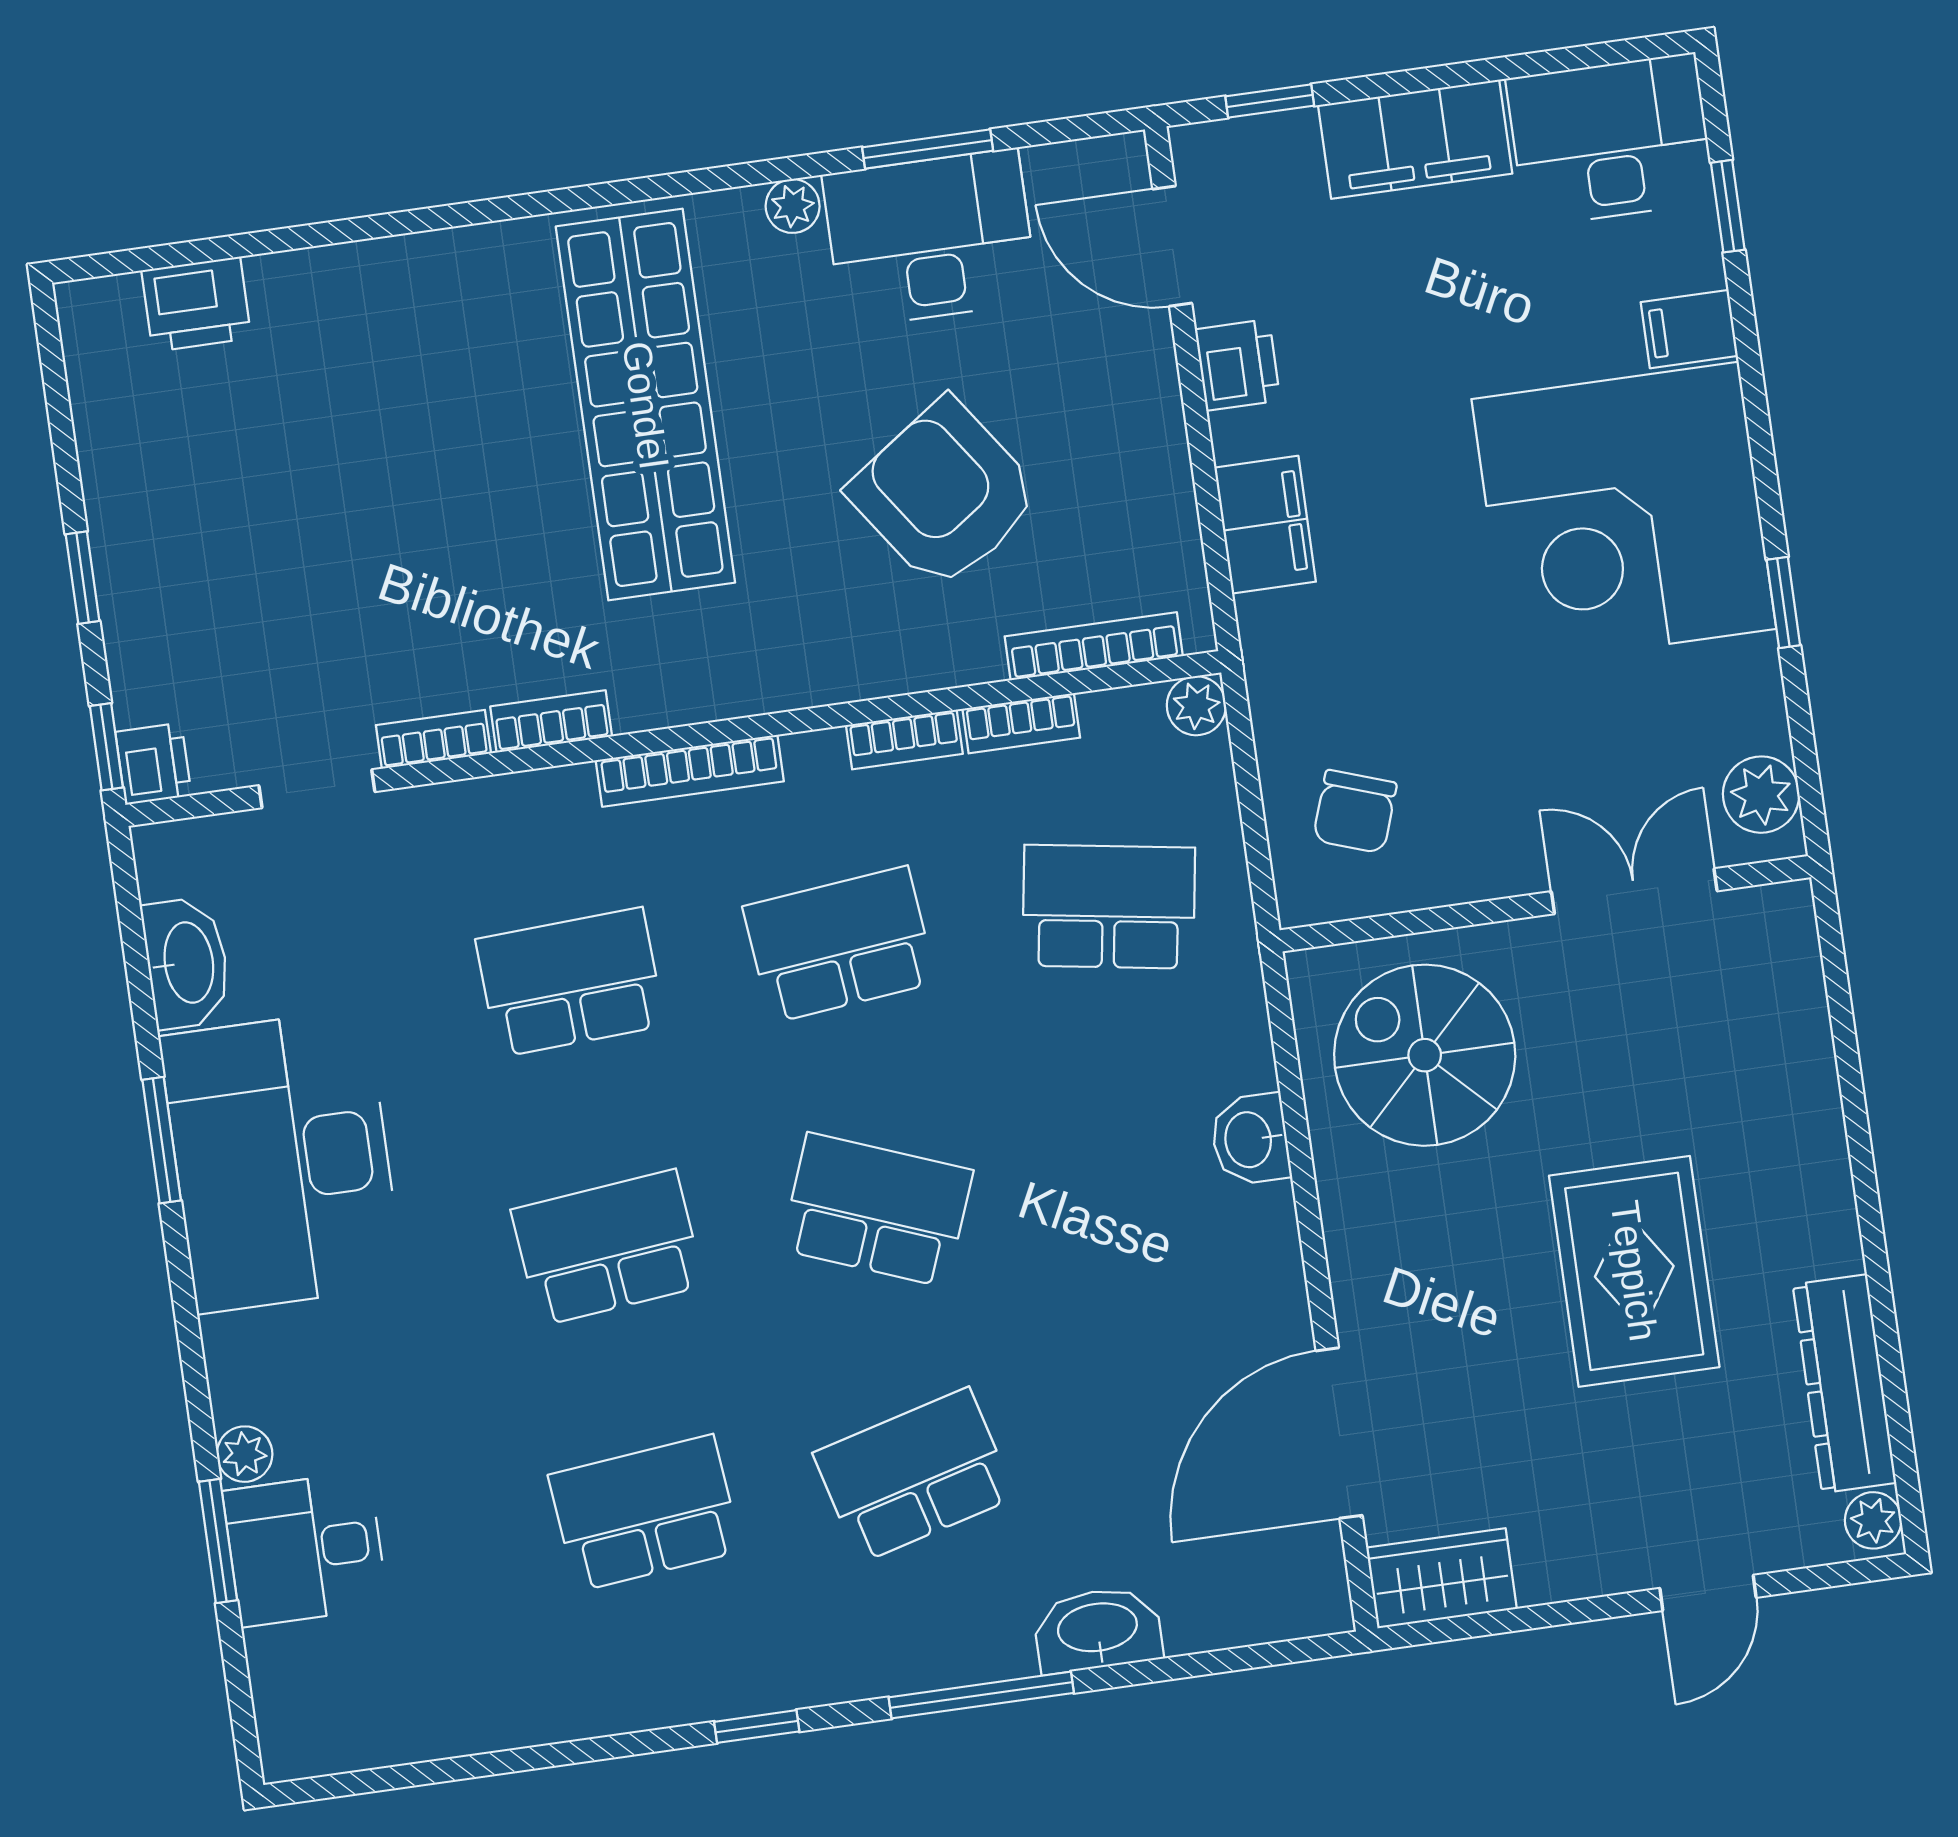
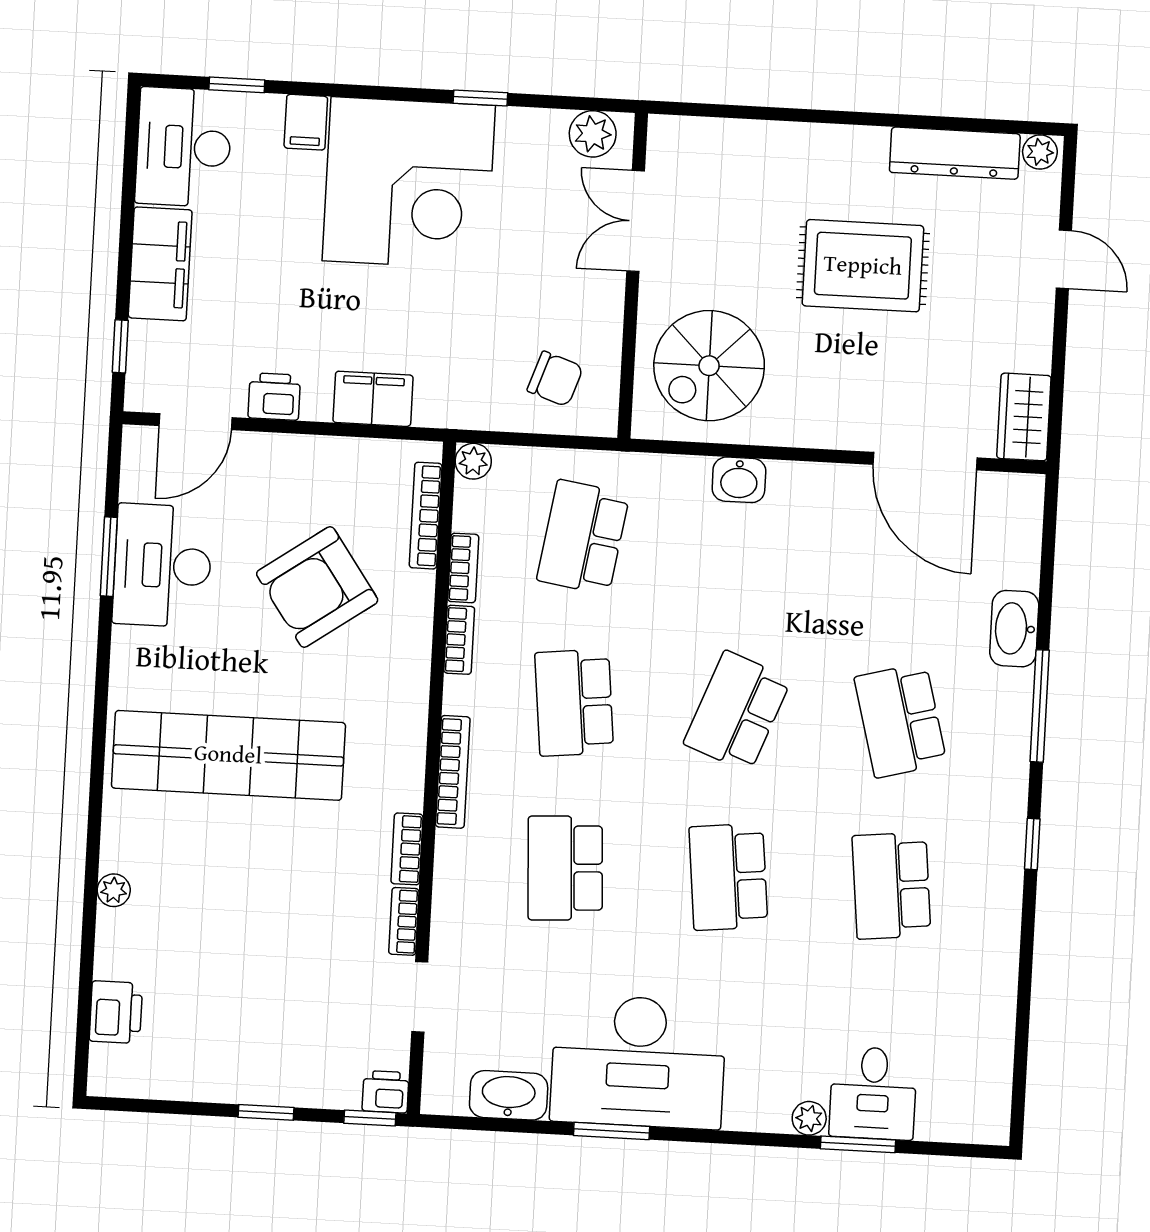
plant: (793, 206) -> (114, 890), moved

